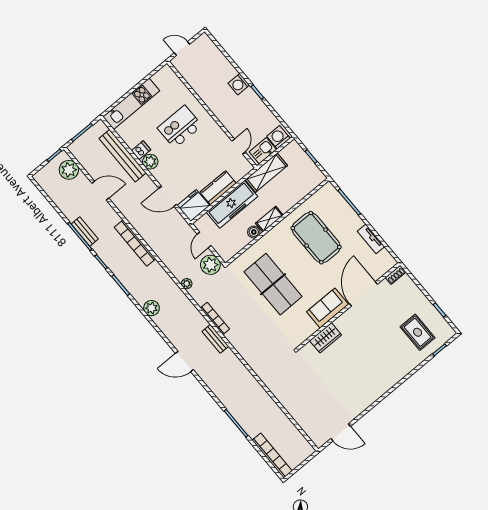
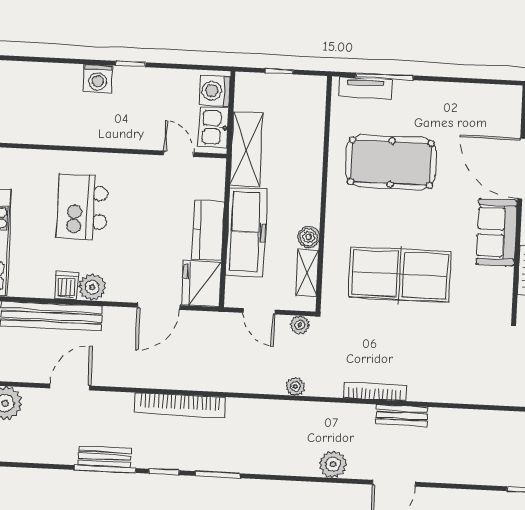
shelving: (269, 219) -> (307, 273), moved
tv unit: (371, 239) -> (366, 88), moved
plant: (210, 265) -> (300, 325), width x0.53, depth x0.53
plant: (152, 308) -> (333, 464), moved

